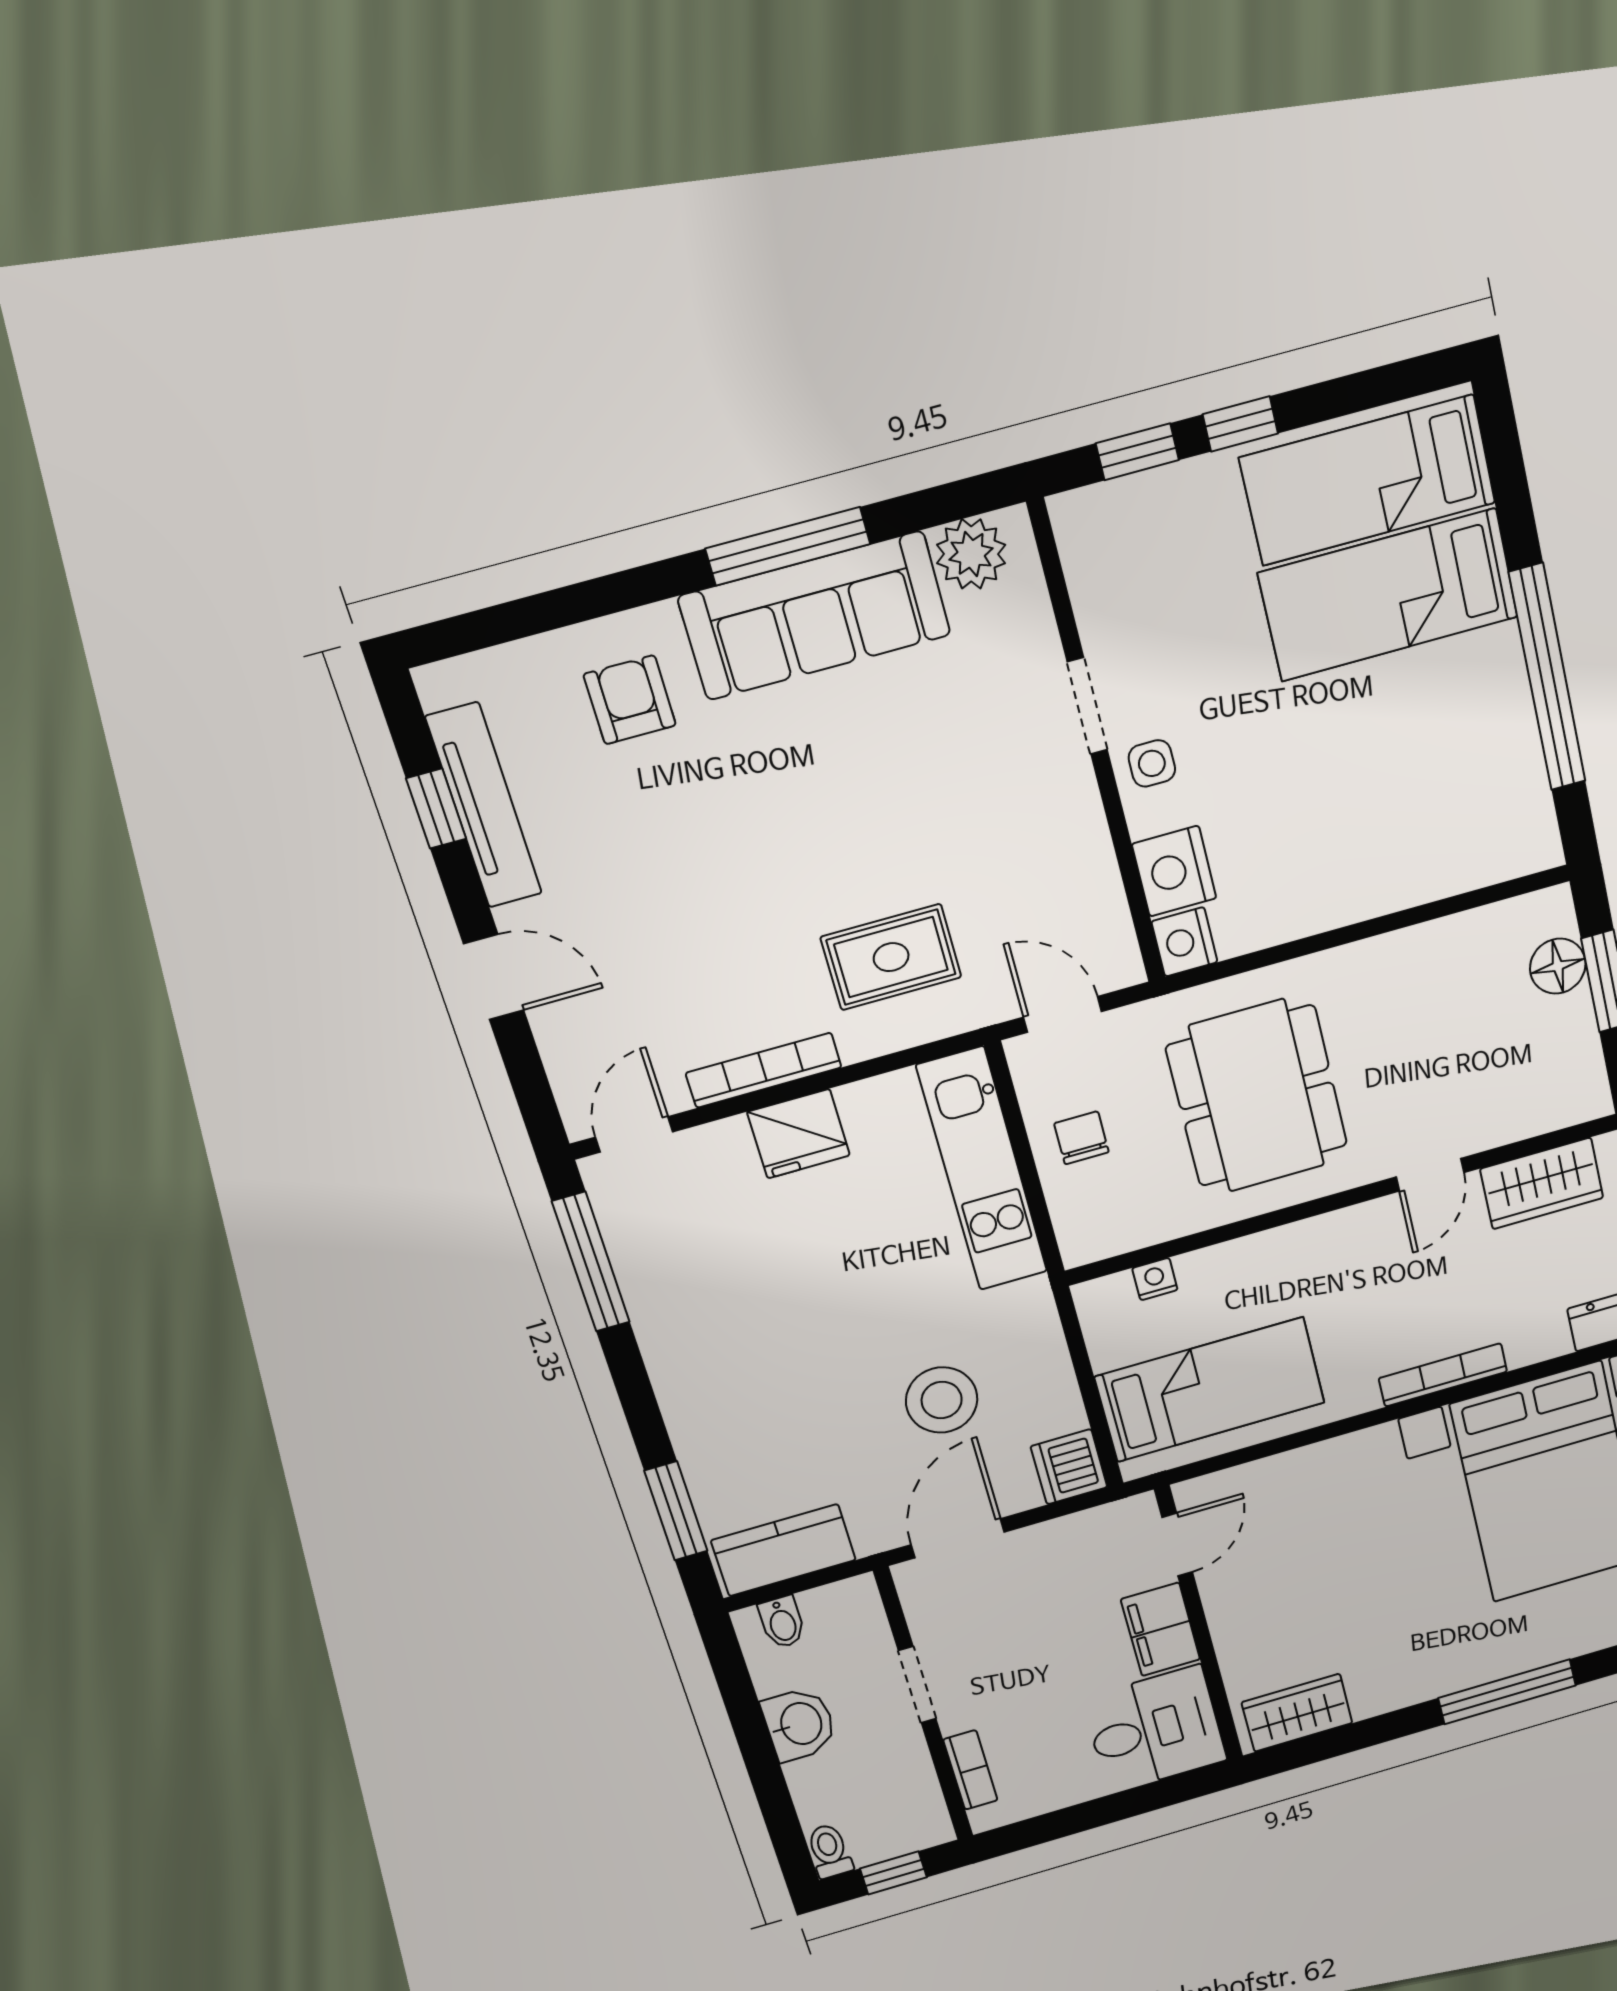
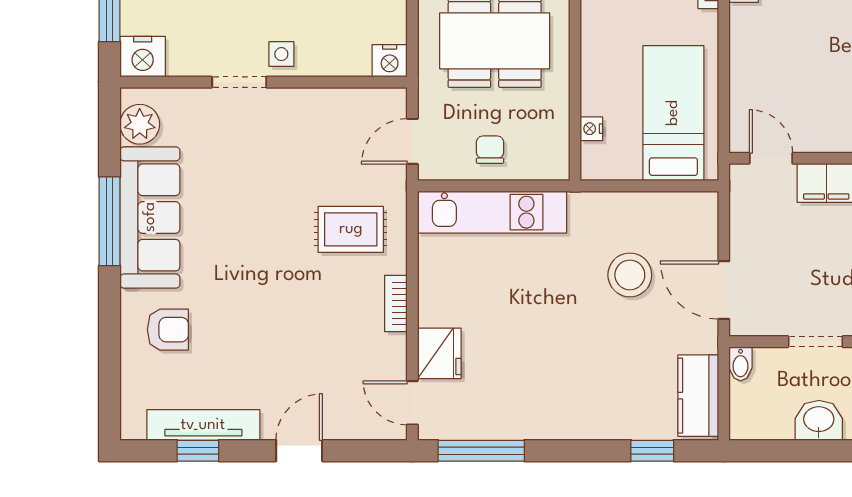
armchair: (630, 700) -> (168, 330), turned 180
nightstand: (1174, 871) -> (143, 57), moved
rug: (891, 957) -> (351, 229), turned 90
bookcase: (764, 1070) -> (396, 304), width x0.64
fridge: (799, 1134) -> (439, 353), moved
chair: (1081, 1138) -> (490, 150), turned 90
dishwasher: (1069, 1467) -> (698, 211), removed
window: (676, 1511) -> (652, 451), width x0.67
bidet: (782, 1622) -> (741, 364), moved, turned 90

